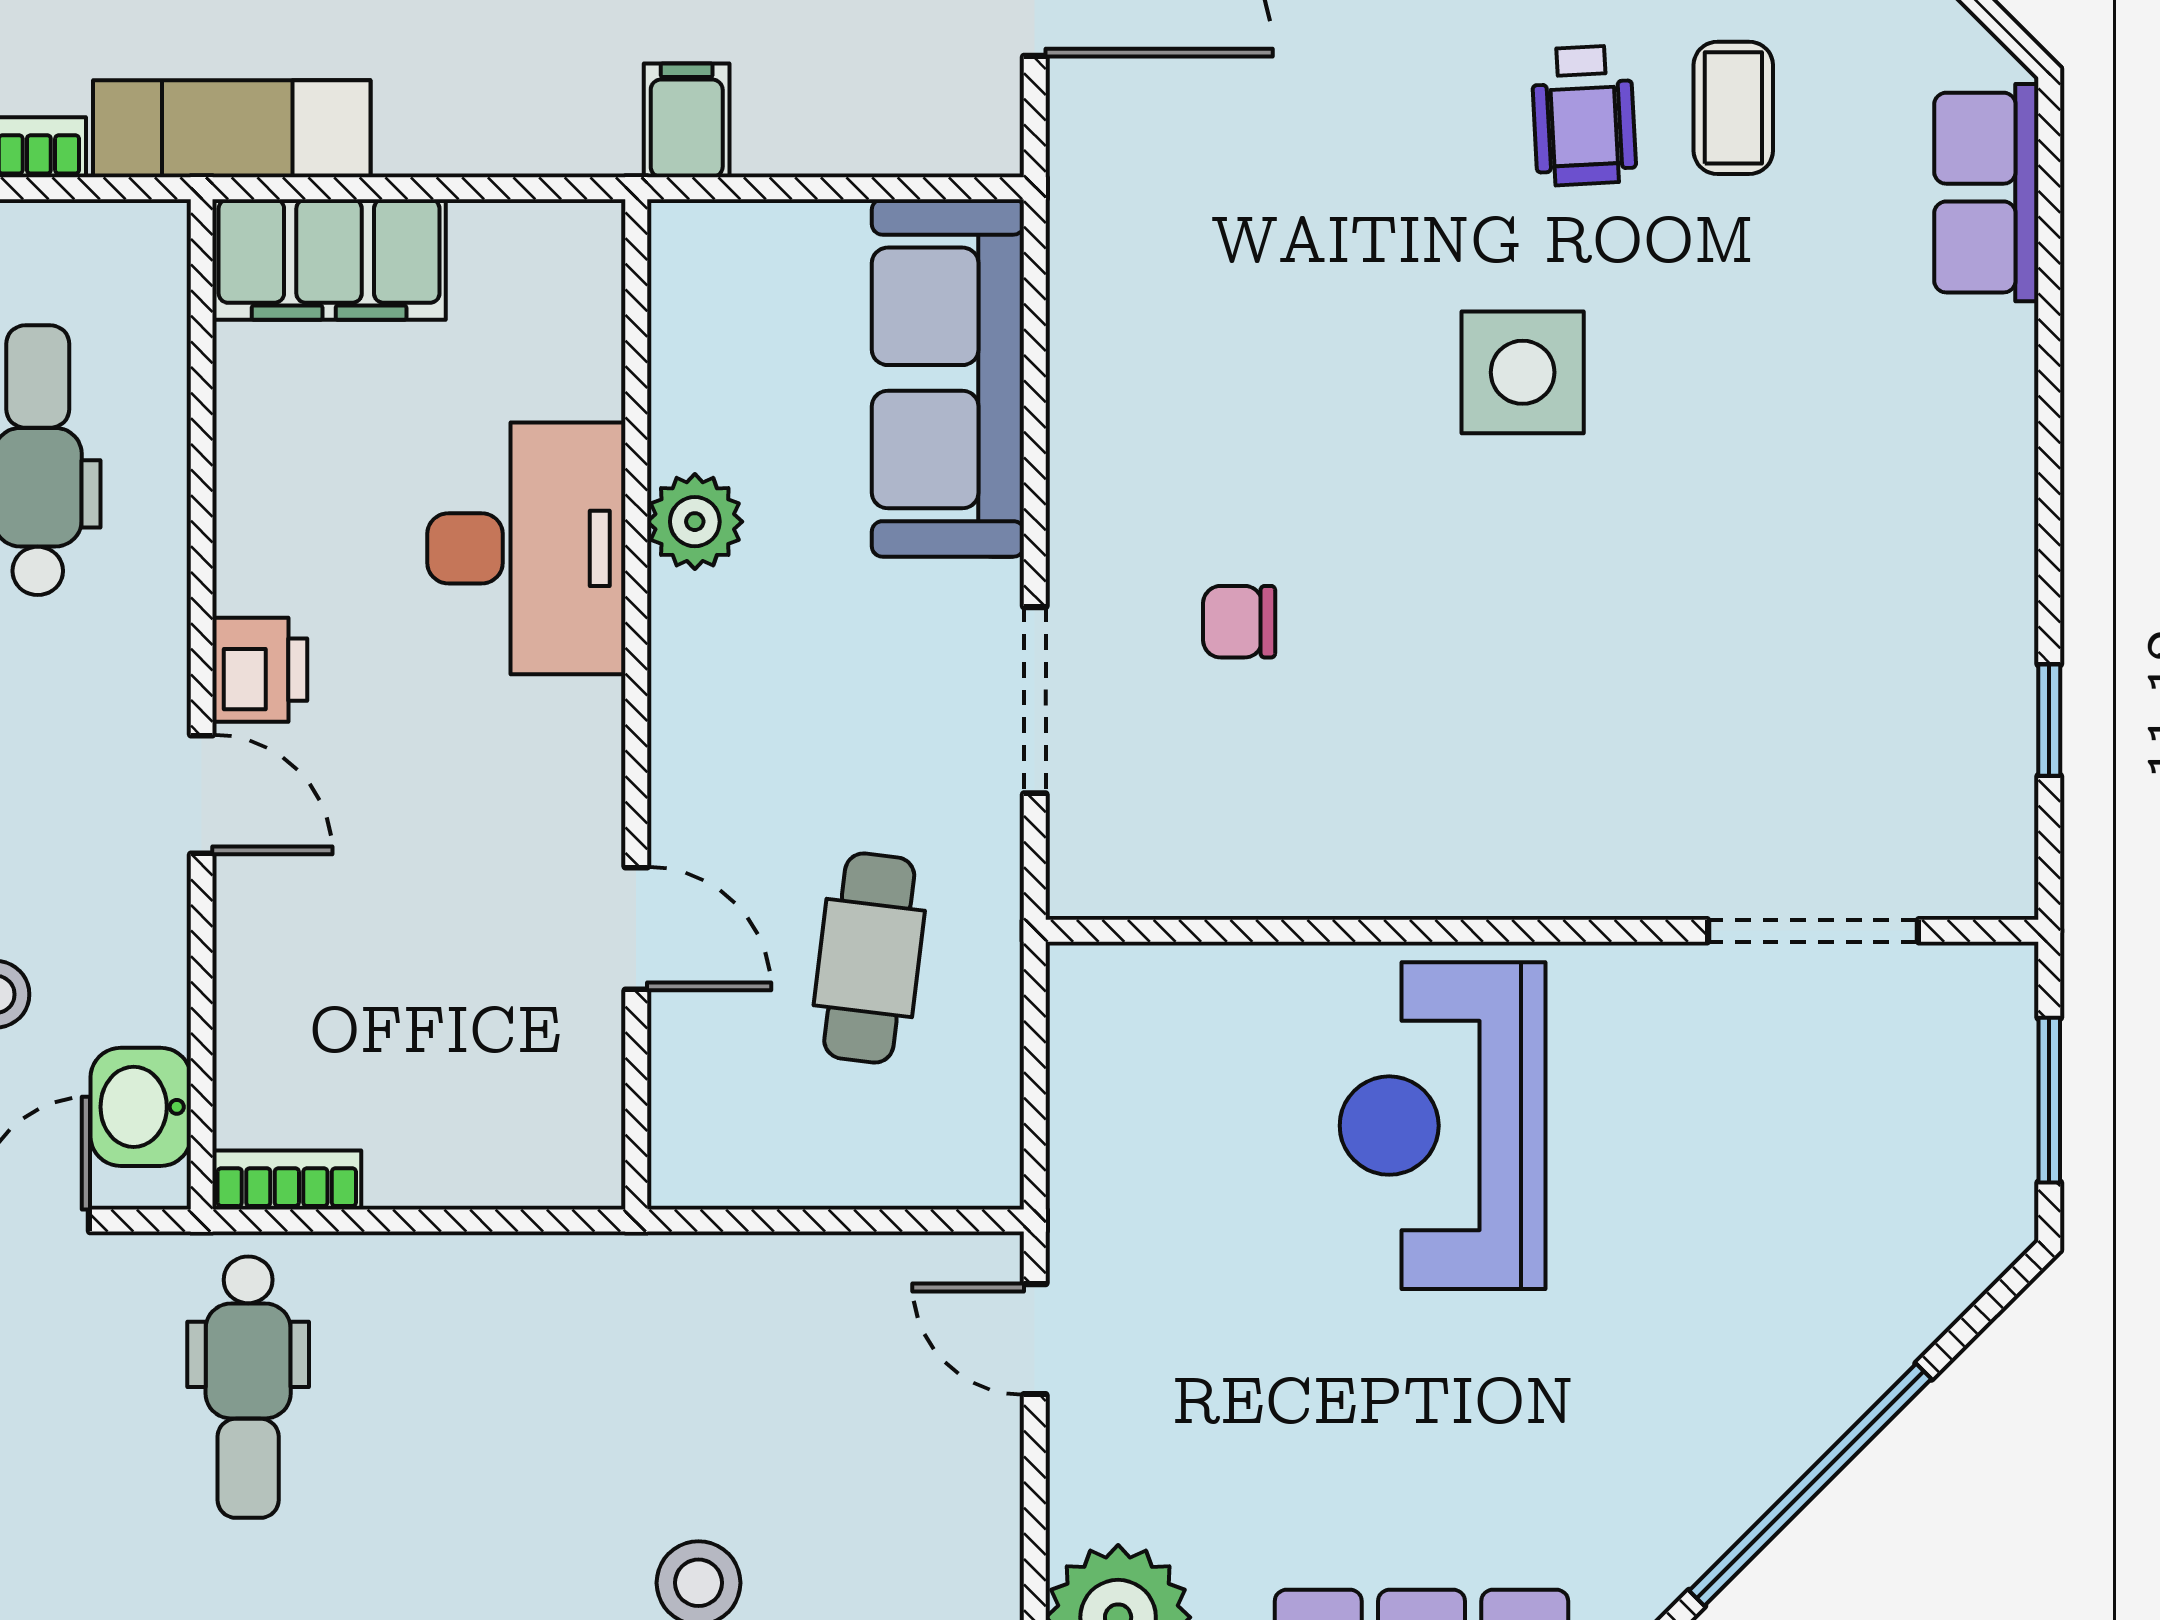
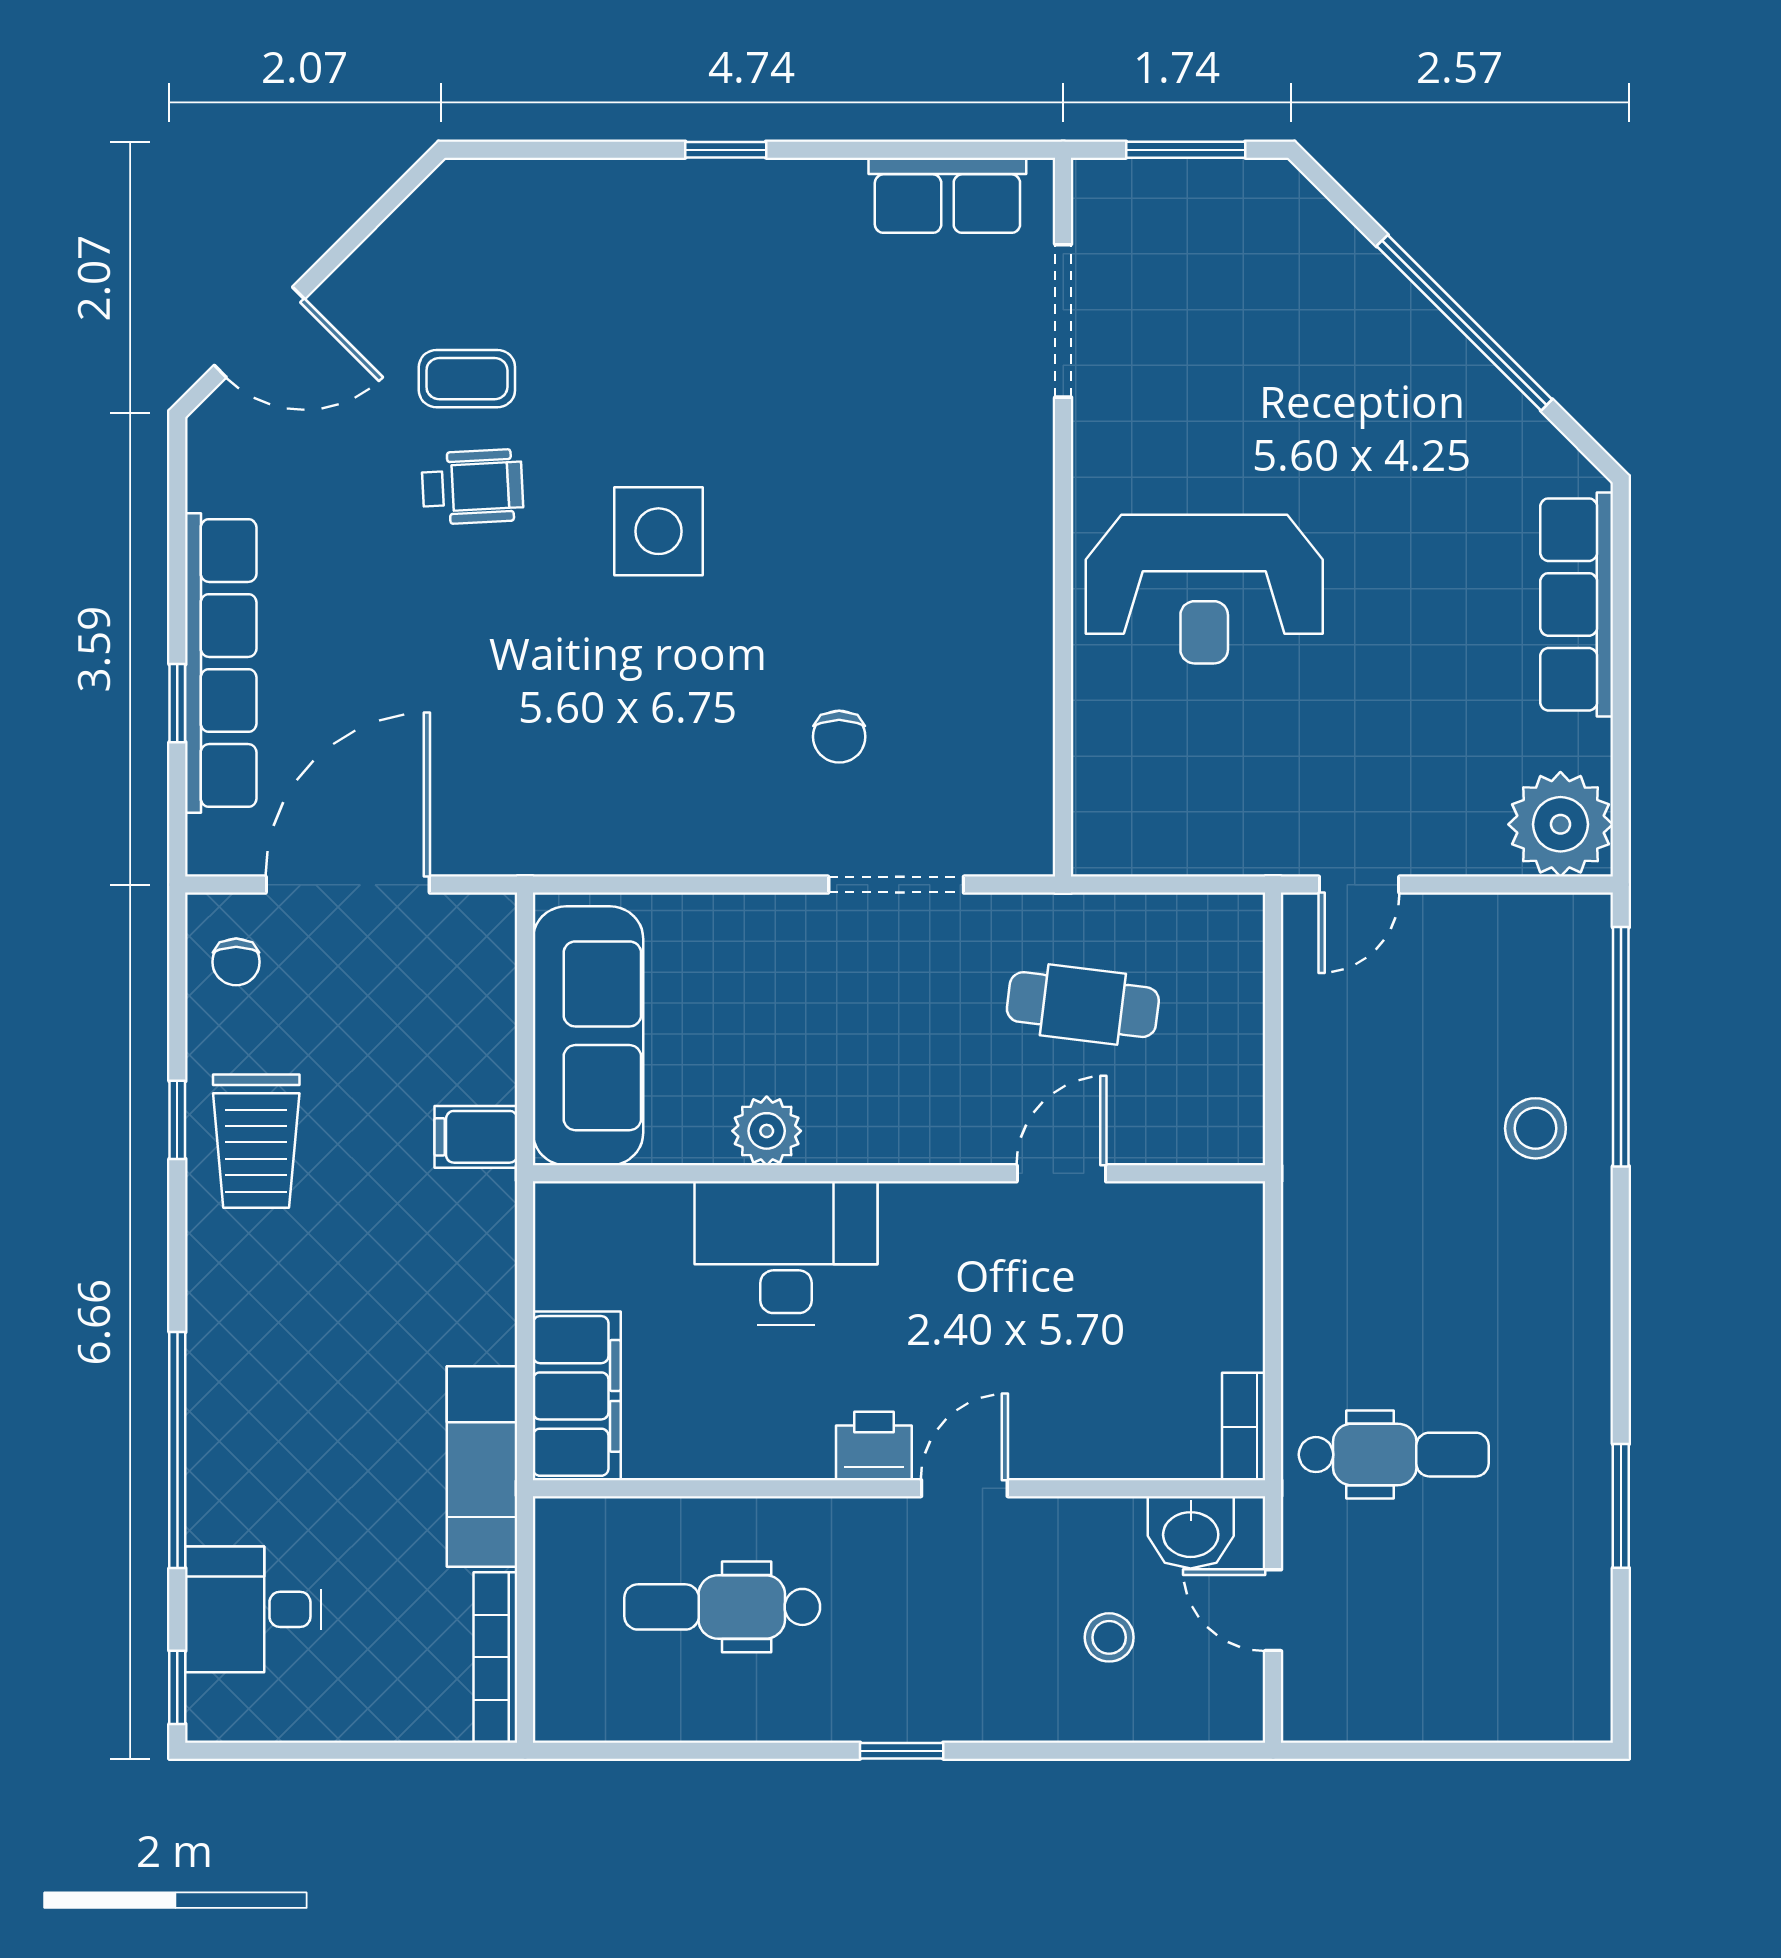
row of seats: (1986, 193) -> (947, 195), moved
sofa: (948, 378) -> (588, 1036), moved, turned -90
window: (2049, 720) -> (726, 150), moved

